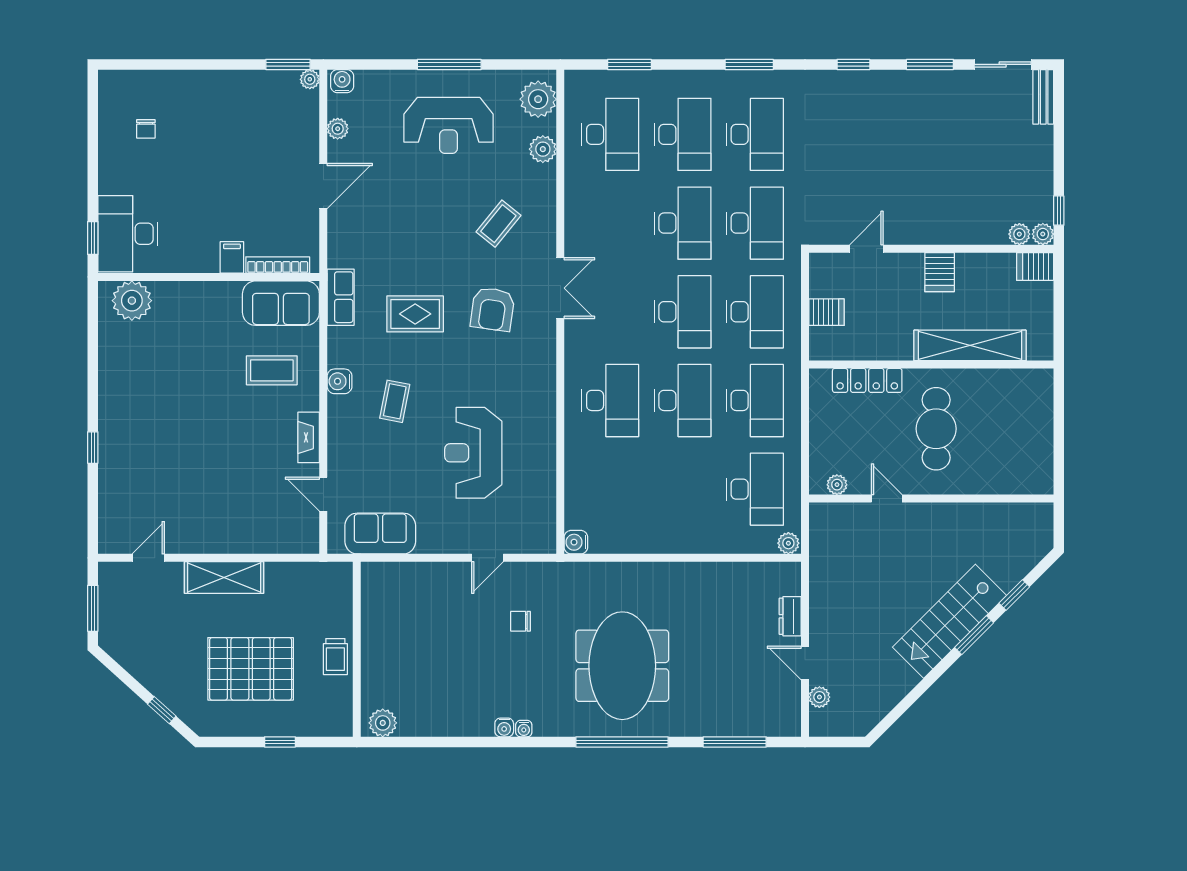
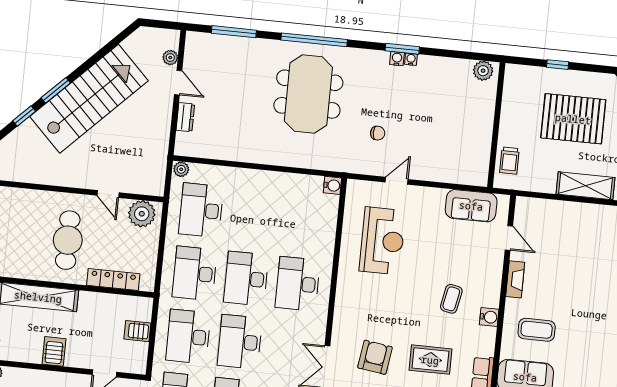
reception desk: (473, 453) -> (382, 241), moved
plant: (837, 485) -> (142, 214), width x1.88, depth x1.88
stairs: (949, 621) -> (89, 99), width x1.36, depth x1.51
trolley: (335, 657) -> (509, 161), moved, turned 180
water cooler: (524, 729) -> (411, 59), moved
window: (498, 742) -> (402, 49), added

